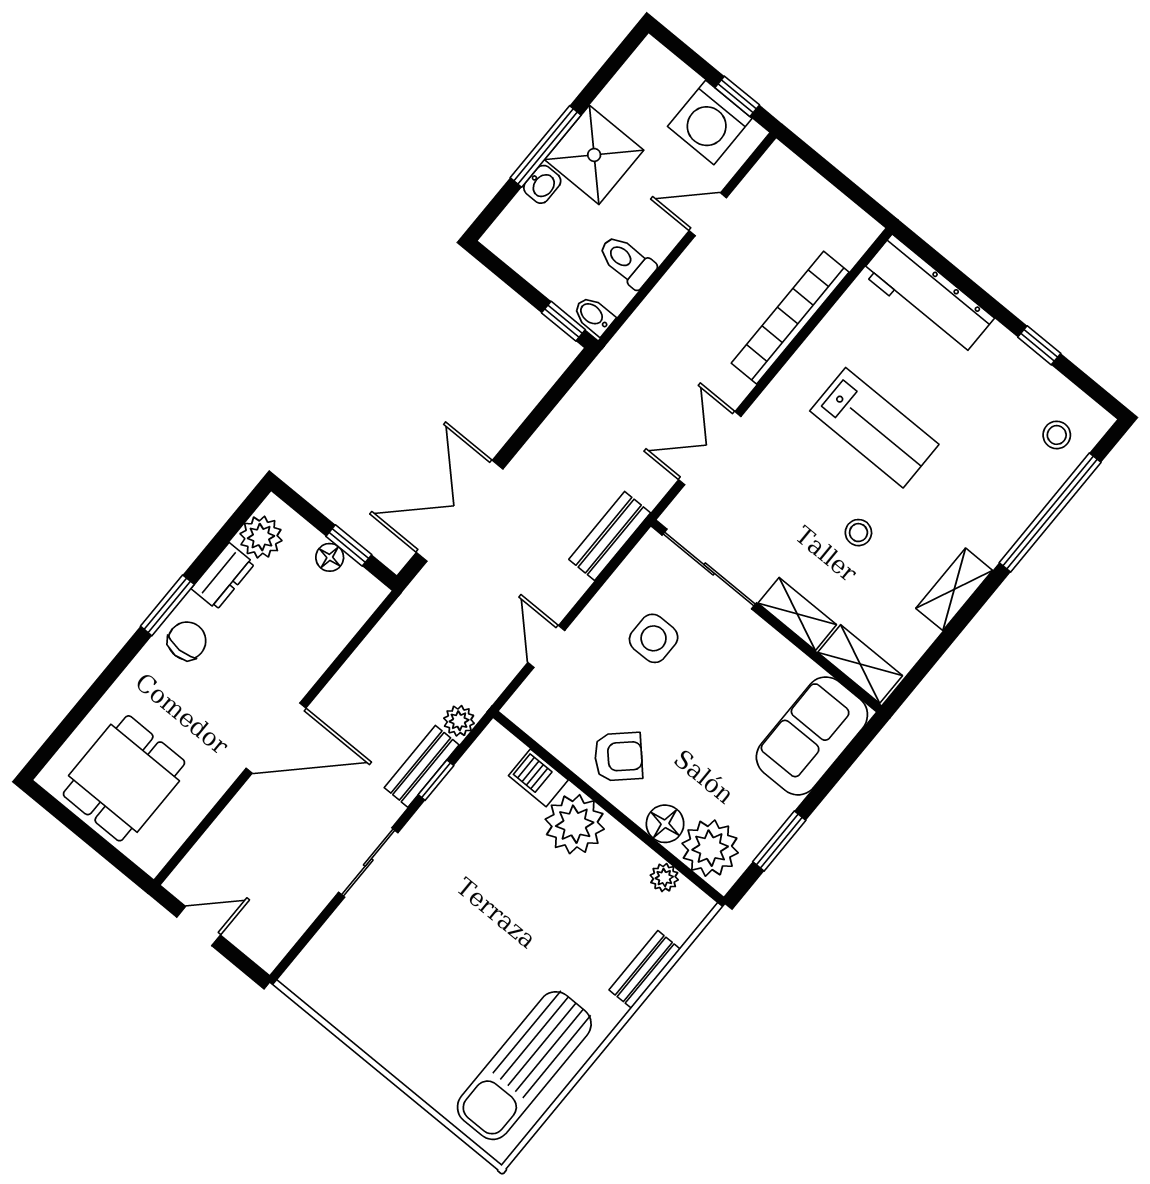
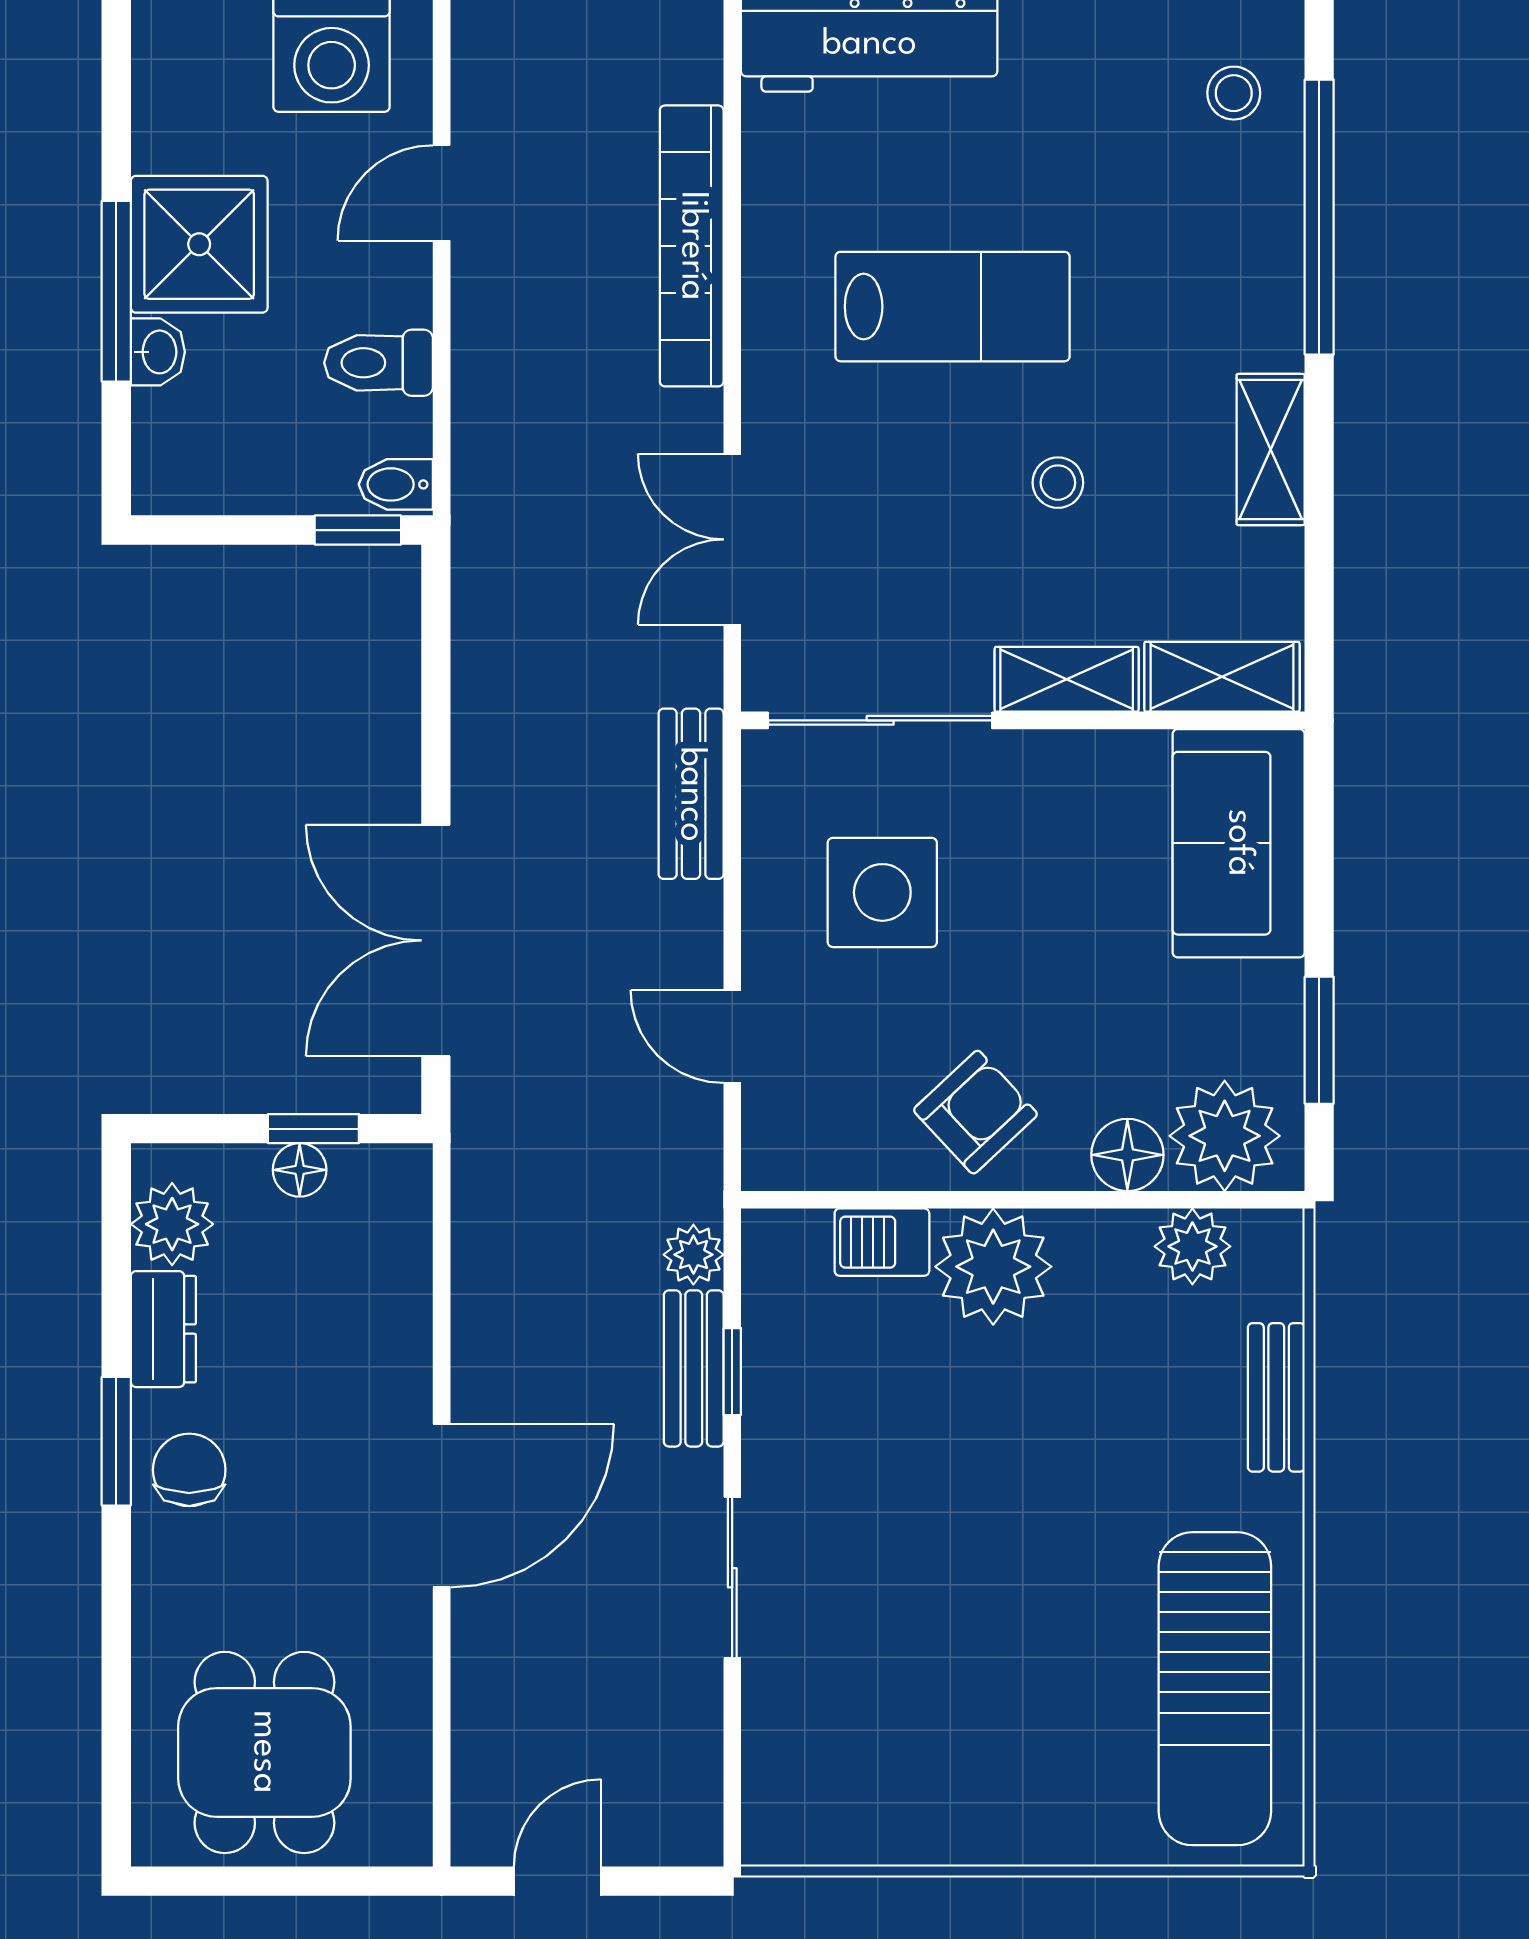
side table: (654, 638) -> (882, 892), width x1.37, depth x1.37
plant: (664, 878) -> (1192, 1246), width x1.38, depth x1.38

